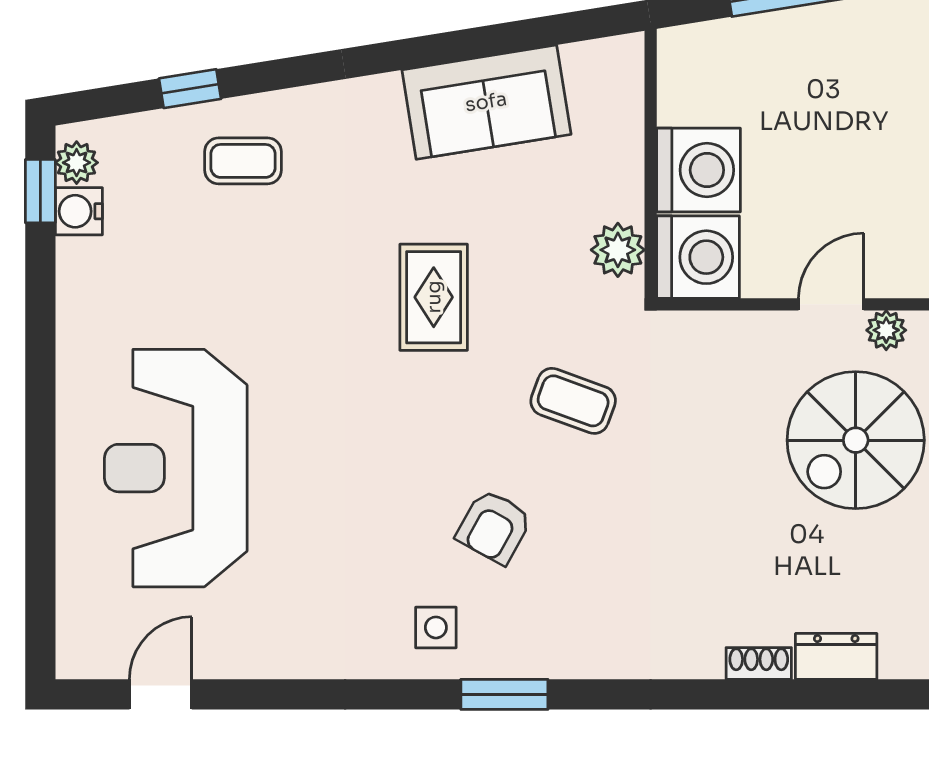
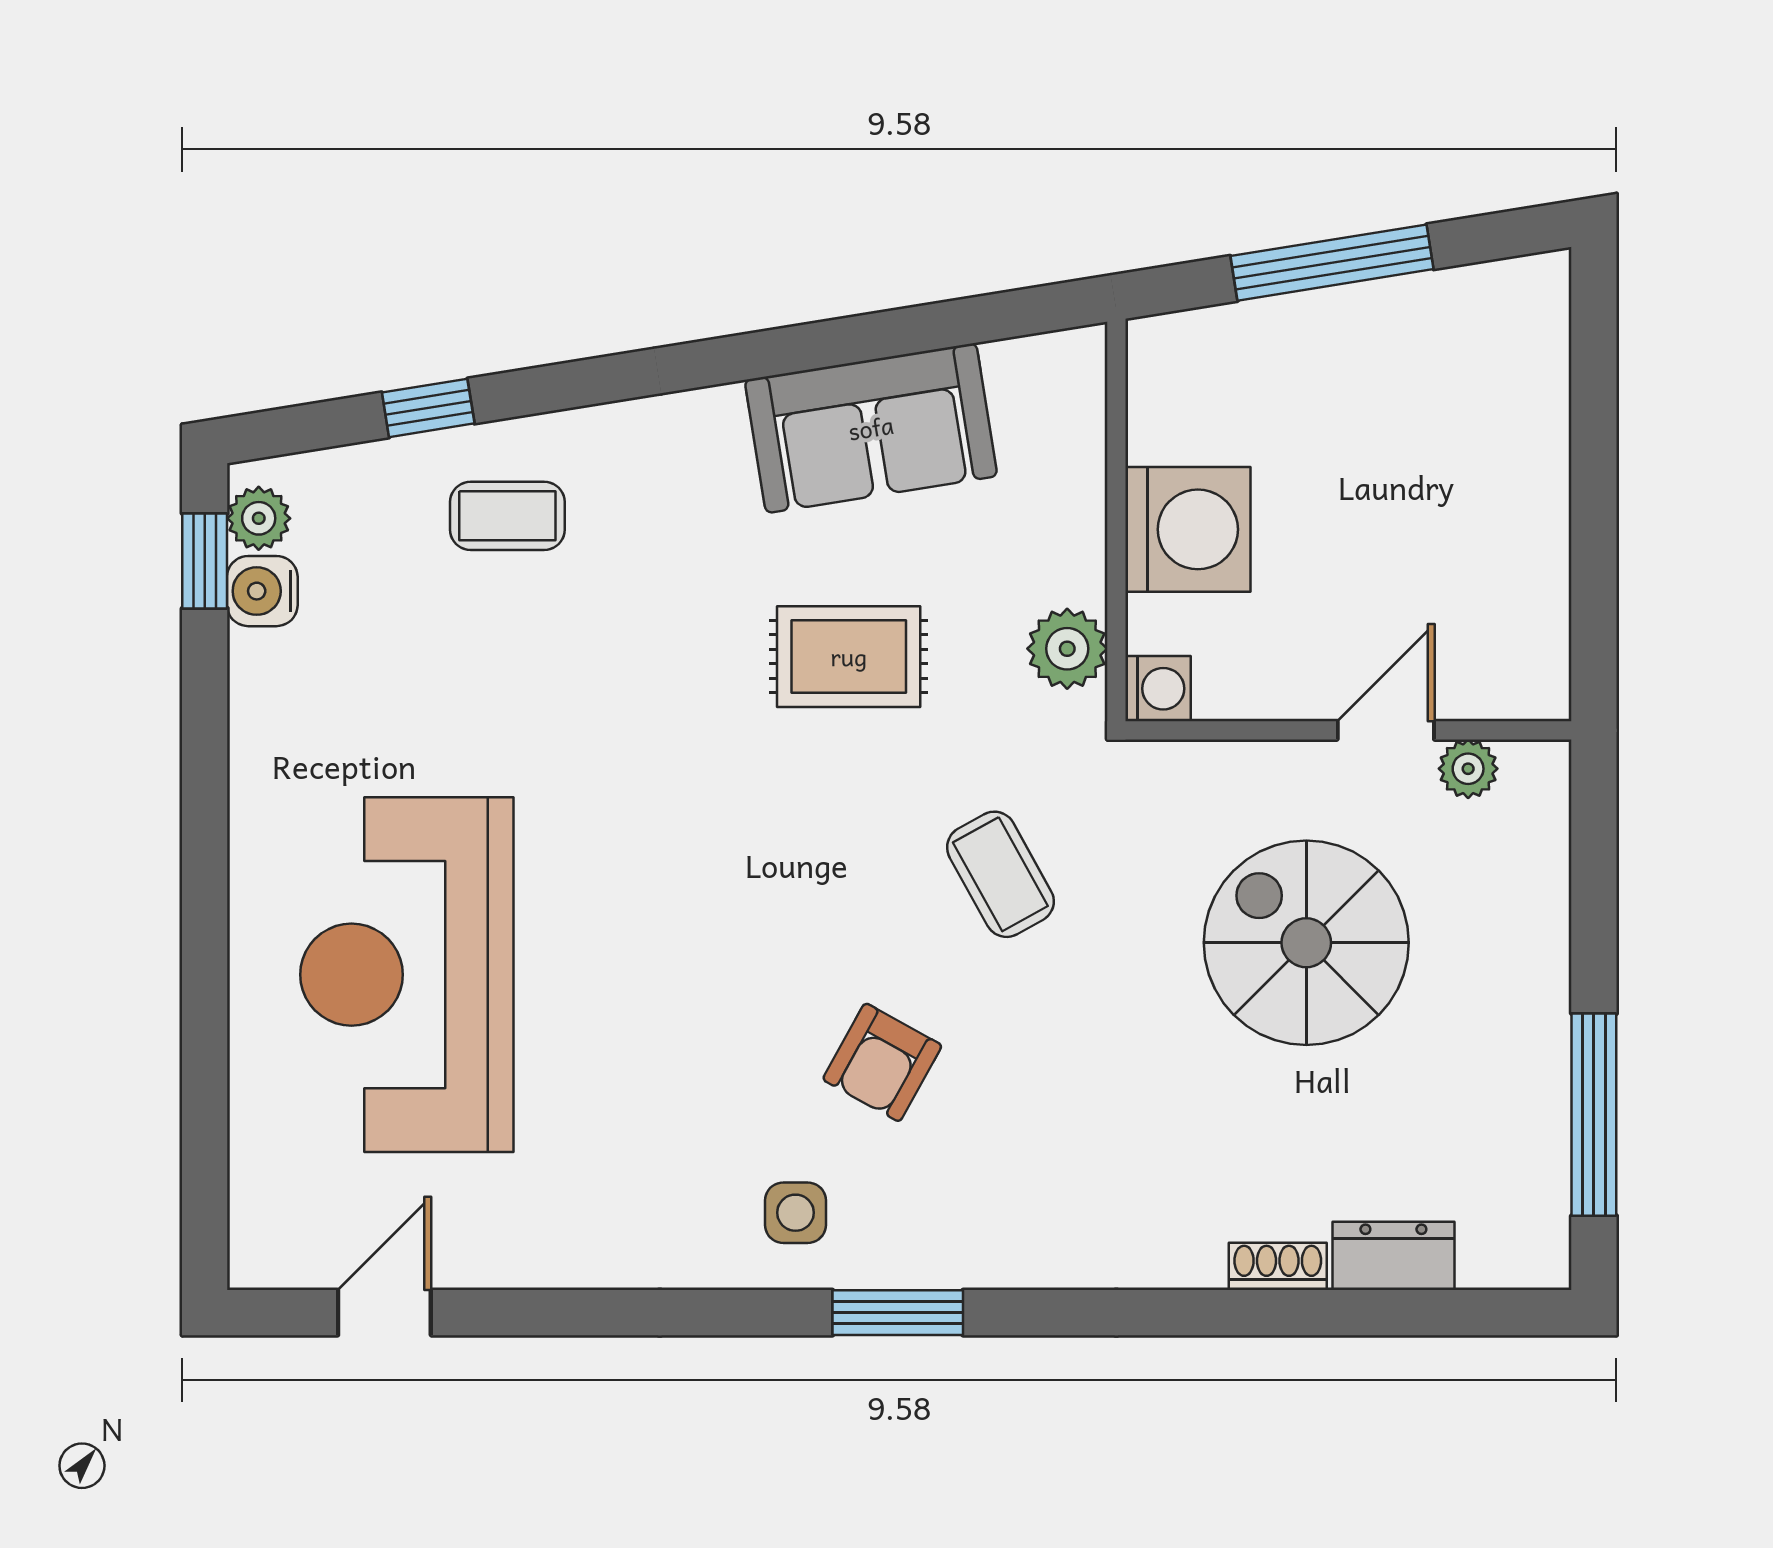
washing machine: (698, 257) -> (1158, 689), width x0.53, depth x0.53
rug: (434, 297) -> (849, 657), moved, turned 90
coffee table: (573, 401) -> (1000, 874), turned 41
spiral stairs: (856, 440) -> (1306, 943), moved, turned 90

